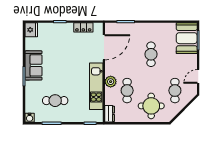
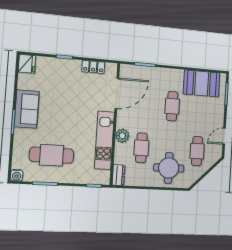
booth: (187, 38) -> (202, 83), moved, turned 90
cafe table: (55, 101) -> (52, 155), width x1.37, depth x1.35

